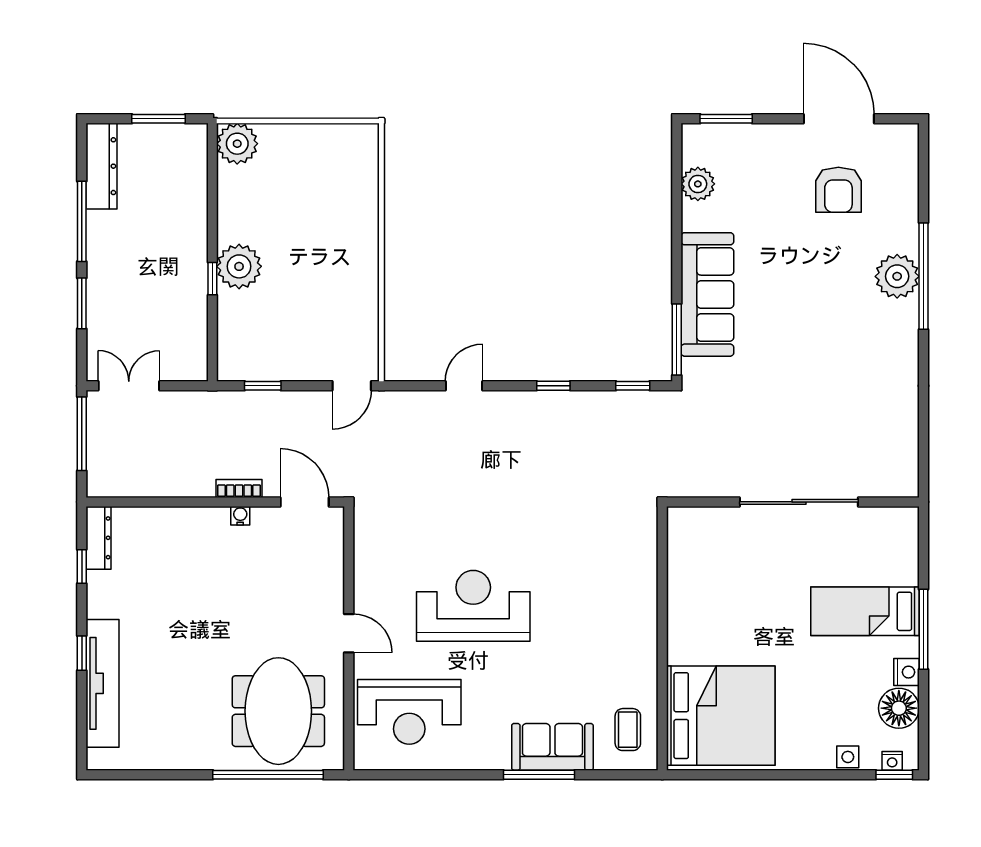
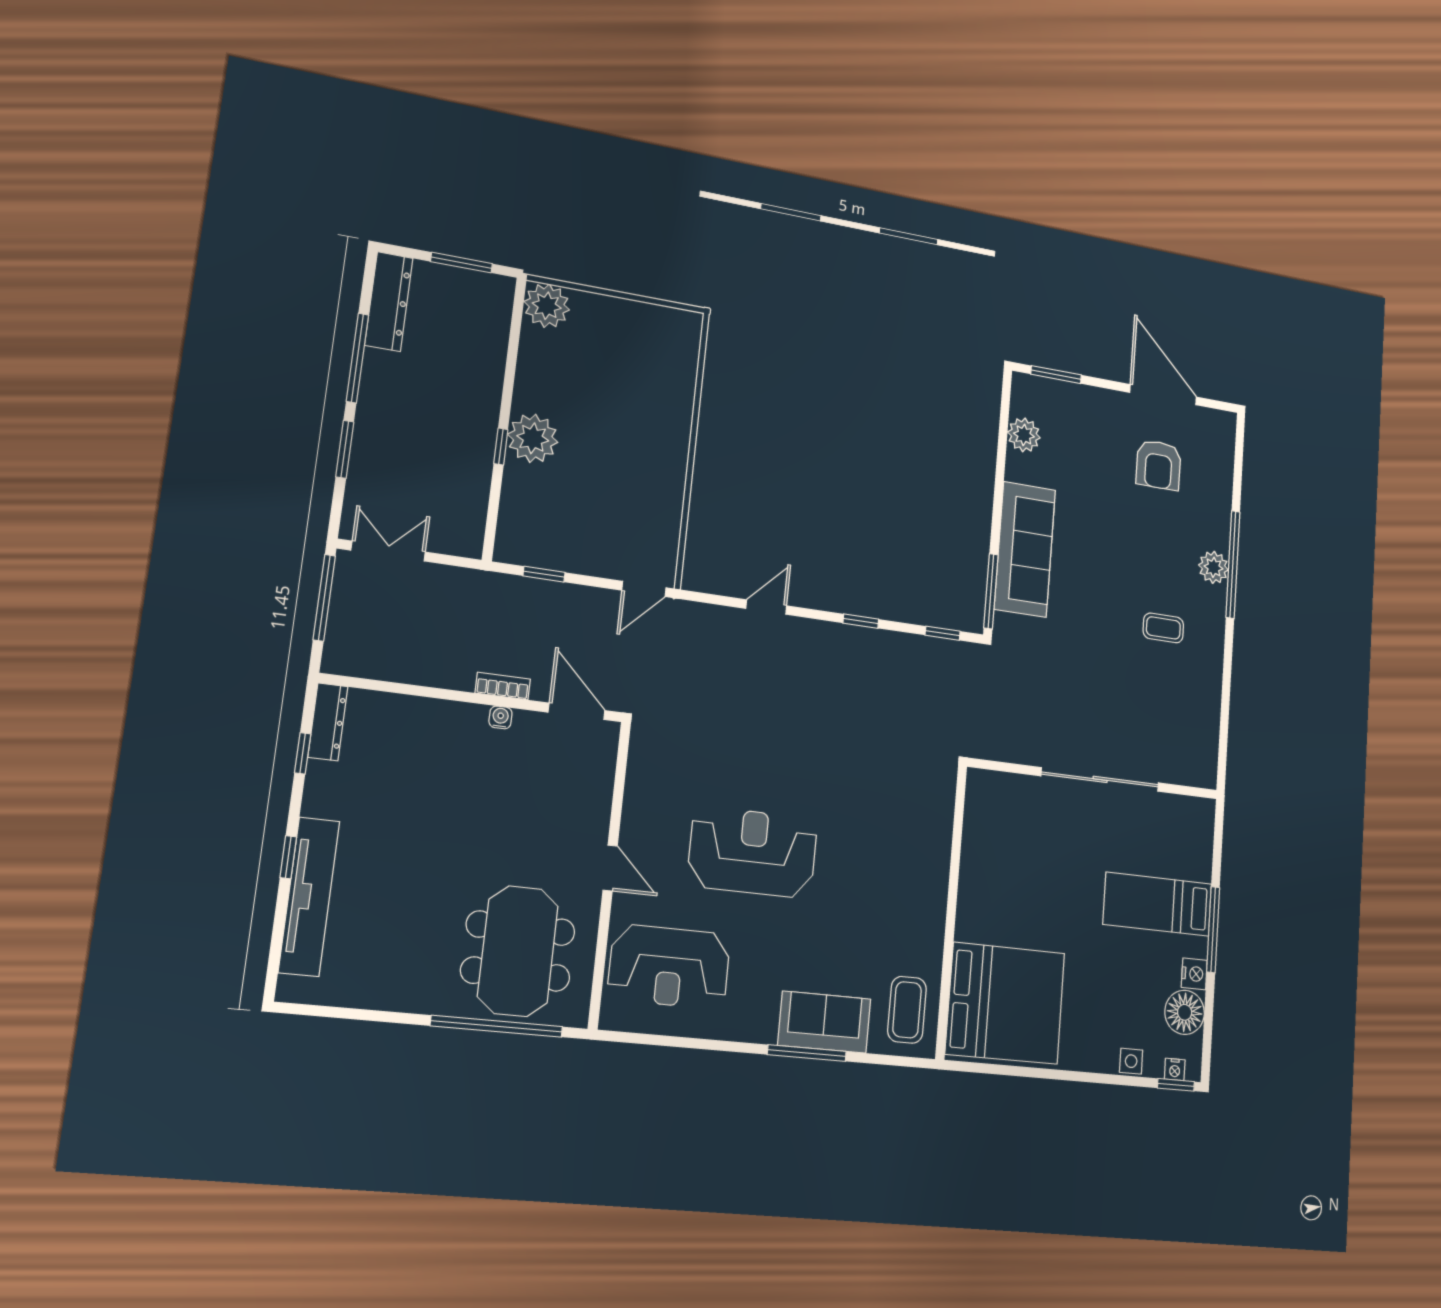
plant: (897, 276) -> (1214, 567), width x0.73, depth x0.73
coffee table: (854, 349) -> (1163, 628), added
coffee table: (628, 730) -> (907, 1010), width x1.36, depth x1.30

